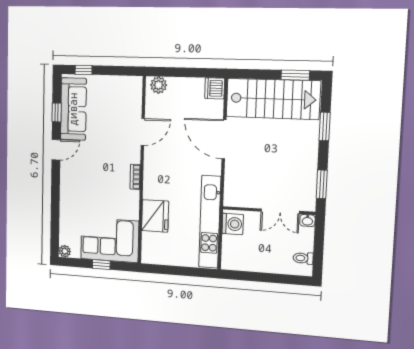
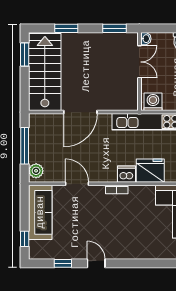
window: (187, 72) -> (25, 146), added
dishwasher: (215, 88) -> (127, 174), moved, turned 180
sofa: (73, 109) -> (40, 212), moved, turned 90

